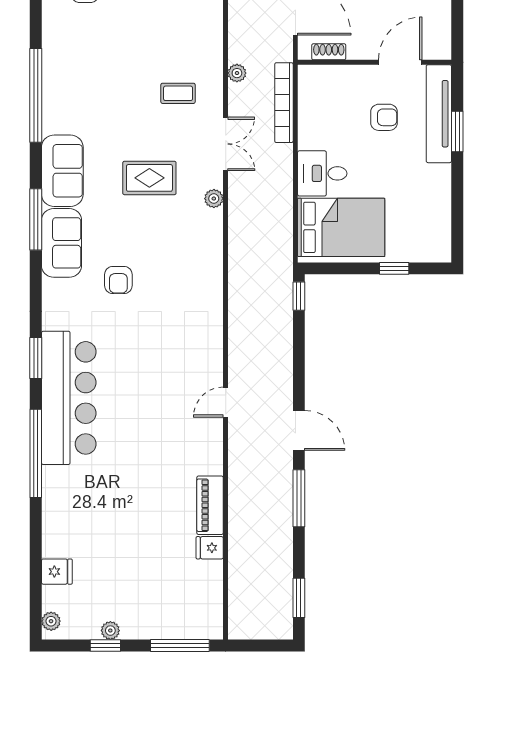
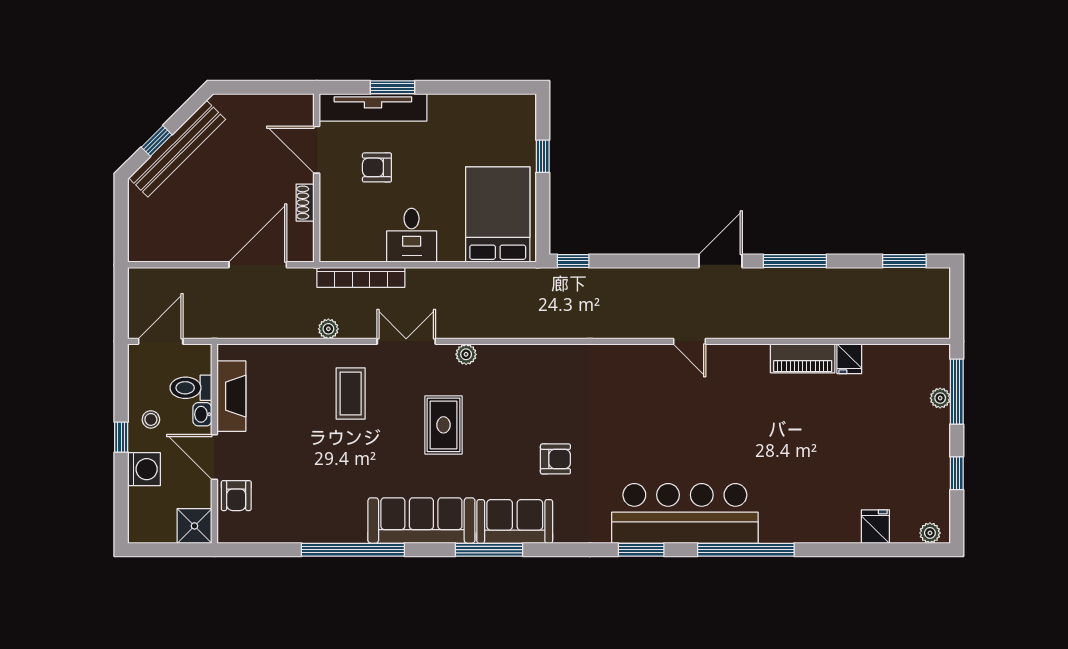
shoe rack: (329, 52) -> (305, 203), moved
coffee table: (178, 93) -> (351, 394), width x1.36, depth x1.30
armchair: (384, 117) -> (377, 167), turned -90
sofa: (62, 171) -> (421, 521), width x1.36
desk: (322, 173) -> (412, 235), moved
plant: (110, 631) -> (940, 398), moved

